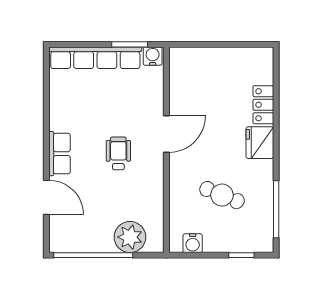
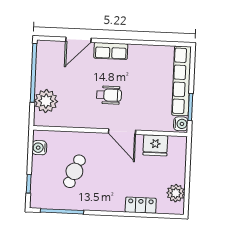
plant: (245, 59) -> (176, 193), added
fridge: (260, 143) -> (155, 145), moved, turned 180

